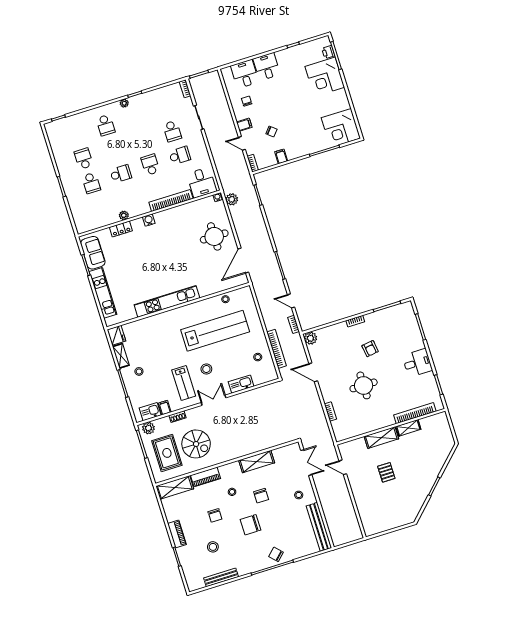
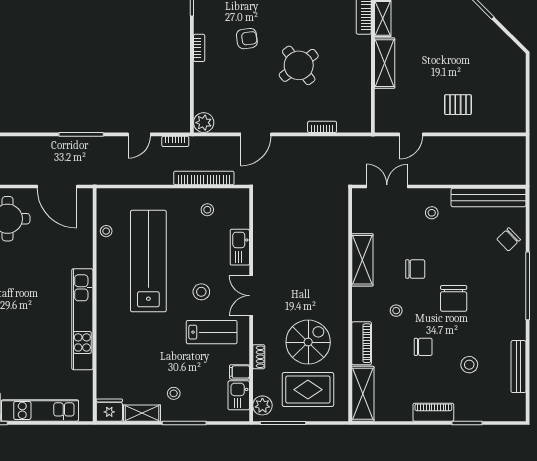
round table: (364, 385) -> (299, 65), turned -37
pallet: (386, 472) -> (458, 105), moved
chair: (276, 554) -> (509, 239), moved

